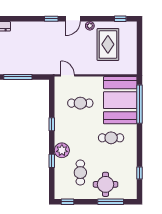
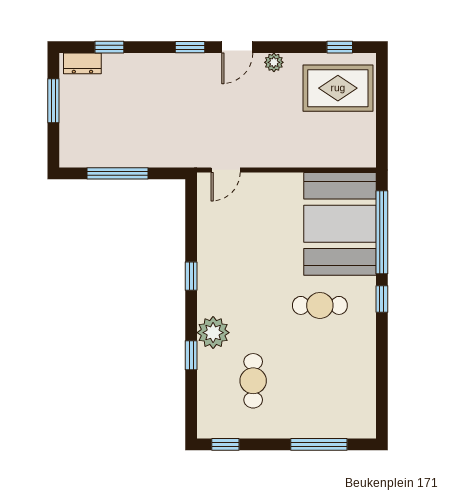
window: (14, 19) -> (109, 47), added
rug: (108, 44) -> (338, 88), moved, turned 90
door: (68, 75) -> (226, 170), swing flipped
cafe table: (80, 103) -> (253, 230), removed
window: (140, 173) -> (382, 299), moved
round table: (106, 184) -> (308, 406), removed

